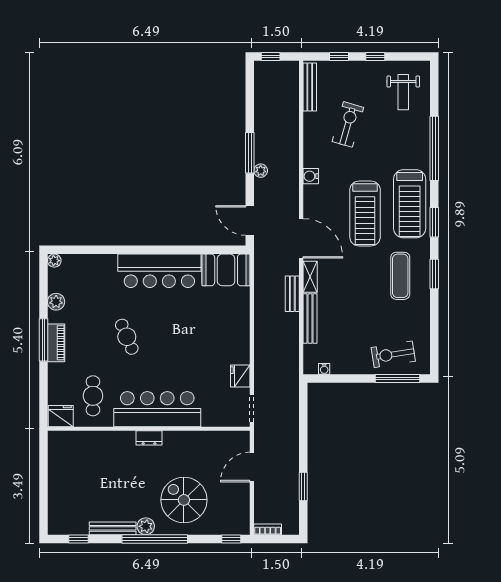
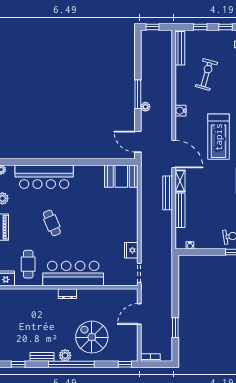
bar counter: (159, 271) -> (44, 177), moved
bench: (292, 294) -> (168, 193), width x1.36
bench: (113, 528) -> (42, 357), width x0.73

